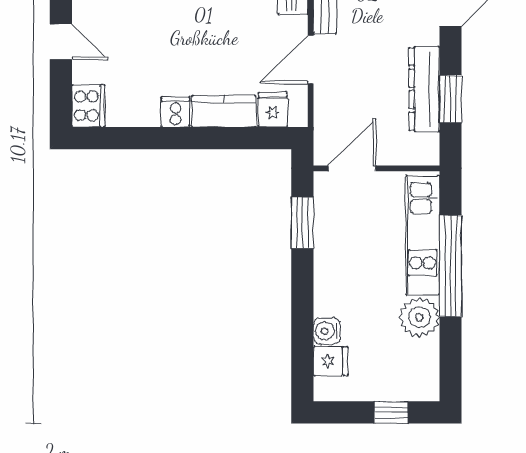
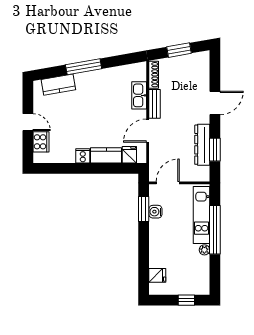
cooker: (88, 106) -> (41, 142), moved
plant: (419, 317) -> (204, 250), width x0.53, depth x0.53
water cooler: (327, 331) -> (155, 212), moved

